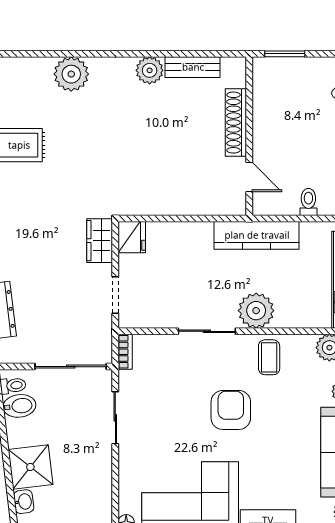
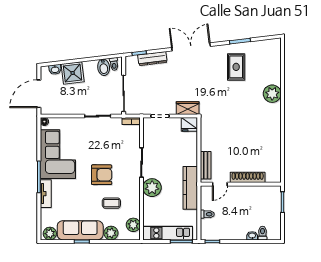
bench: (193, 67) -> (206, 165), moved
plant: (150, 70) -> (274, 133), removed
coffee table: (269, 357) -> (111, 203), moved

